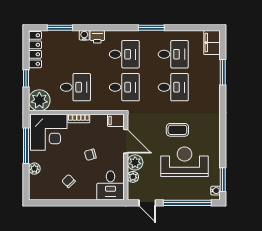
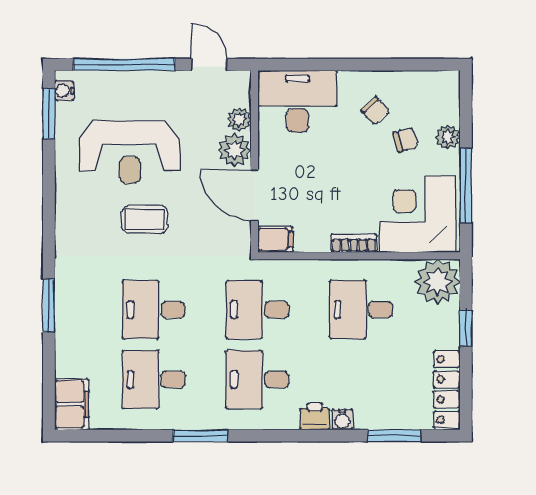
window: (223, 72) -> (49, 306), moved
chair: (90, 155) -> (406, 140), moved
desk: (110, 186) -> (297, 101), width x1.37

